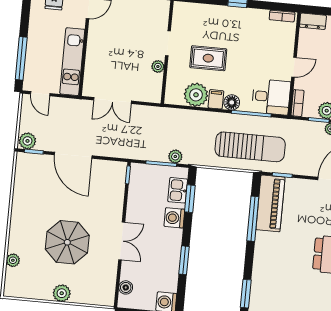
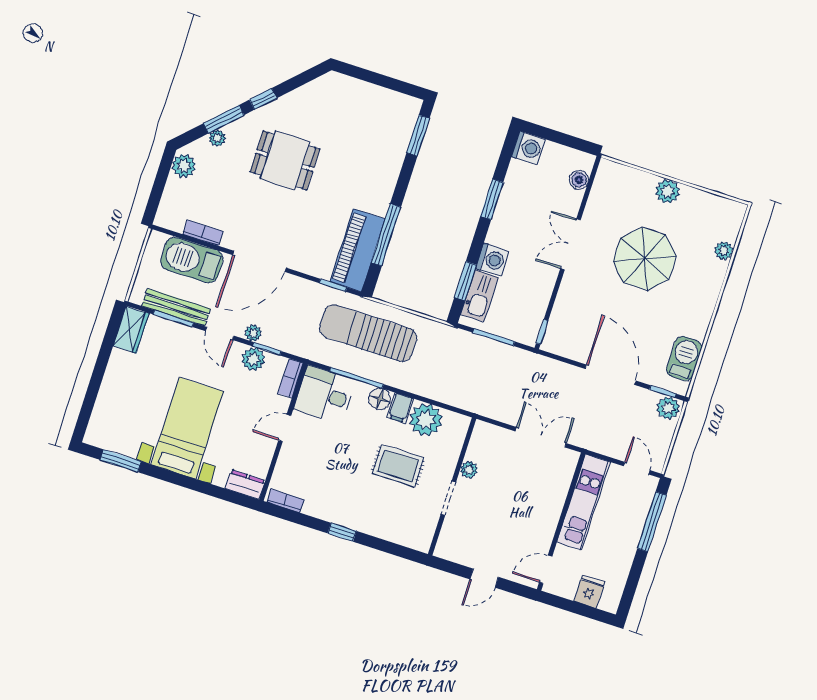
plant: (175, 156) -> (472, 343), removed
barbecue: (24, 178) -> (684, 359), added
kitchen sink: (178, 190) -> (479, 296), width x1.38

